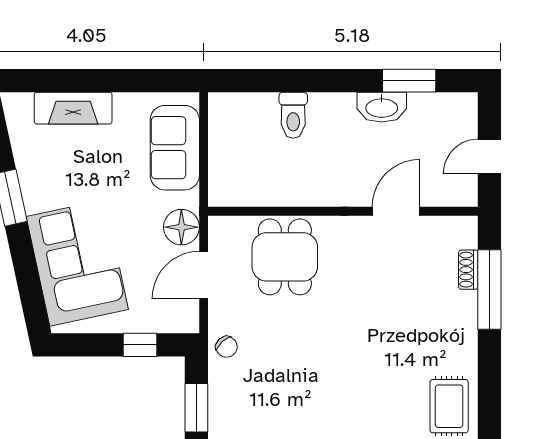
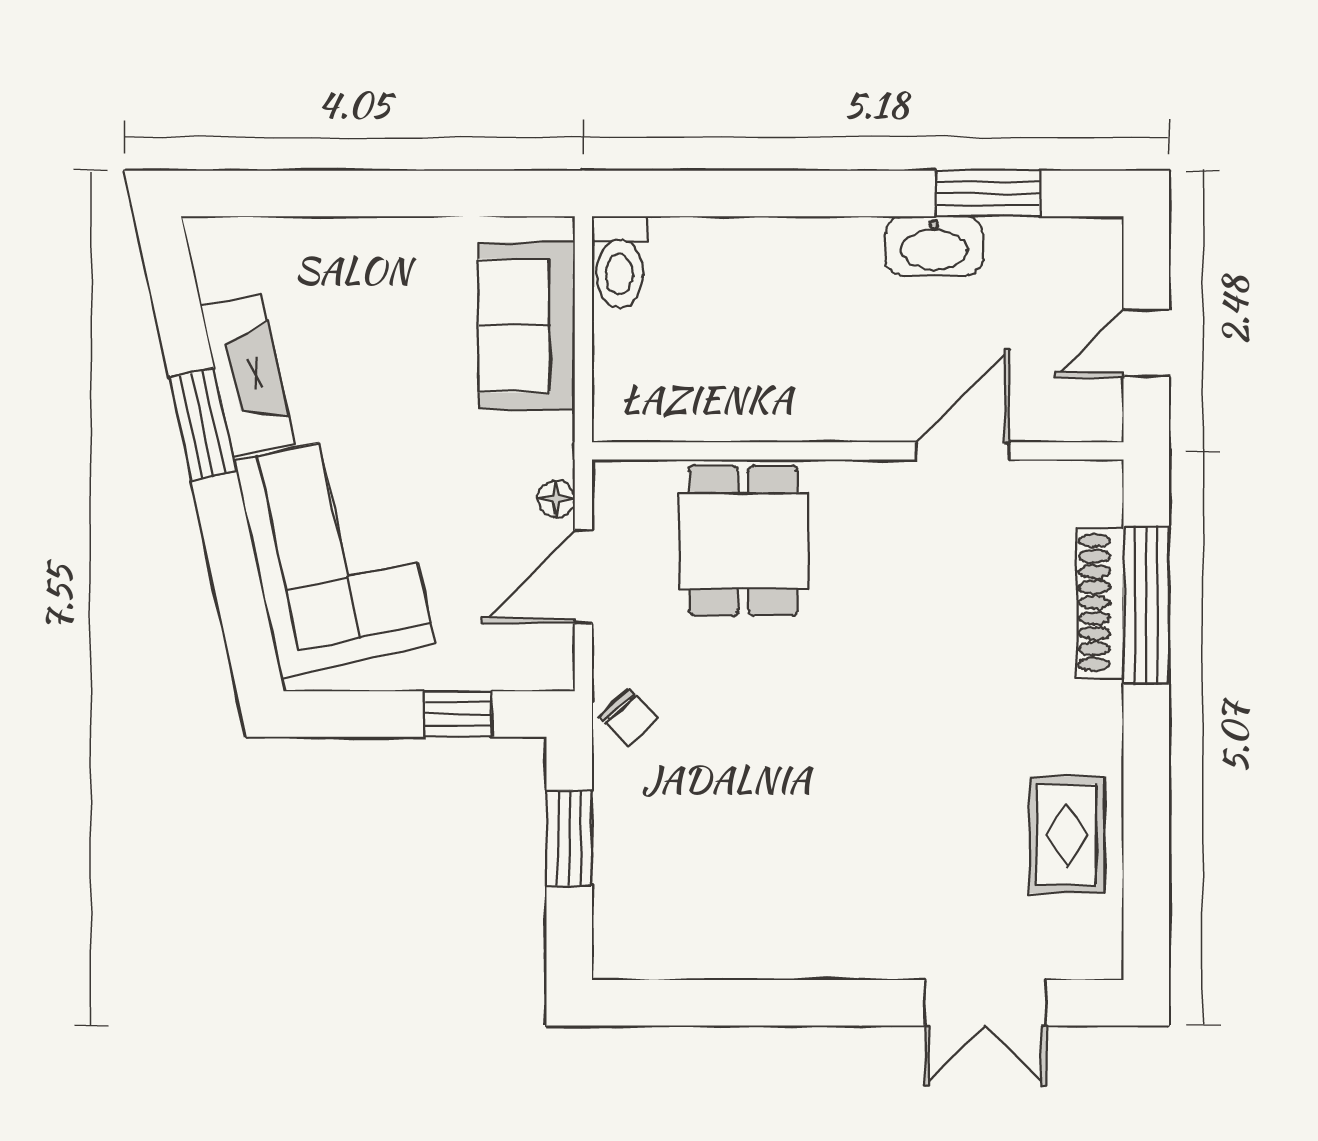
fireplace: (73, 108) -> (247, 375), moved, turned -102
toilet: (293, 115) -> (620, 262), moved
floor lamp: (181, 227) -> (556, 499), width x0.53, depth x0.53
shoe rack: (468, 270) -> (1100, 603), width x1.94, depth x1.24

